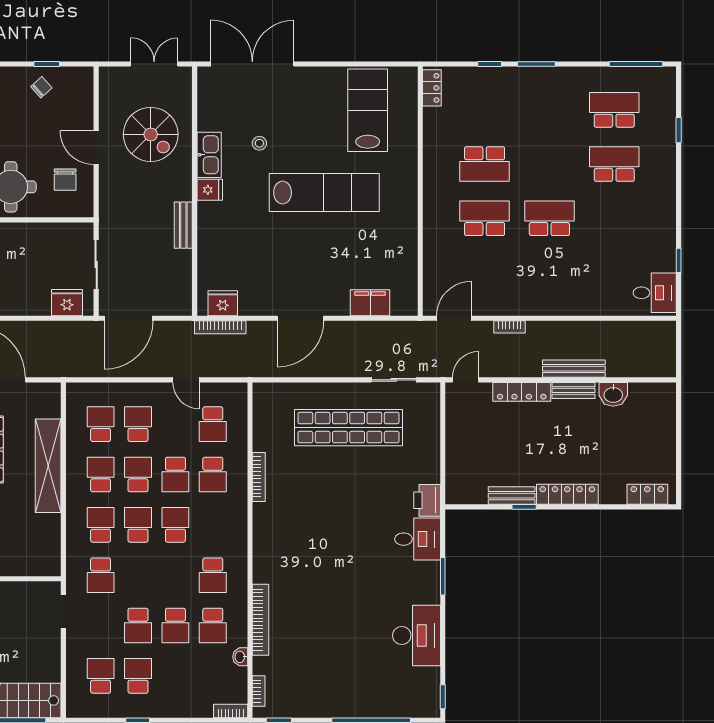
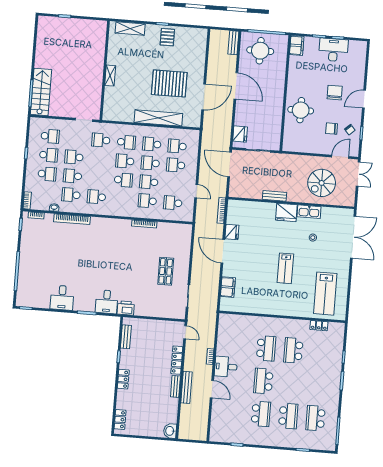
double door: (154, 64) -> (358, 174), moved
locker: (432, 88) -> (319, 326), moved
lab bench: (368, 110) -> (325, 294), turned 90
school desk: (614, 110) -> (316, 418), turned 180
door: (96, 148) -> (340, 157), moved
chair: (65, 180) -> (332, 129), moved
fridge: (210, 190) -> (286, 212), width x1.88, depth x1.34
lab bench: (324, 193) -> (285, 268), width x0.54, depth x0.72
school desk: (549, 218) -> (263, 381), turned 180
school desk: (614, 218) -> (261, 414), added
desk: (655, 293) -> (226, 367), moved, turned 90
fridge: (223, 303) -> (232, 232), moved
door: (454, 318) -> (212, 389), moved
door: (186, 380) -> (196, 191), swing flipped
washbasin: (613, 394) -> (170, 431), moved
school desk: (101, 424) -> (177, 146), turned 180
school desk: (138, 424) -> (176, 165), turned 180
shop shelf: (348, 428) -> (166, 271), width x0.50, depth x0.74
school desk: (101, 474) -> (152, 144), turned 180
school desk: (138, 474) -> (150, 163), turned 180
locker: (567, 494) -> (123, 379), width x0.66
bench: (512, 496) -> (126, 337), moved
school desk: (138, 525) -> (125, 161), turned 180
desk: (417, 635) -> (62, 298), width x0.73
school desk: (175, 676) -> (47, 174), added

